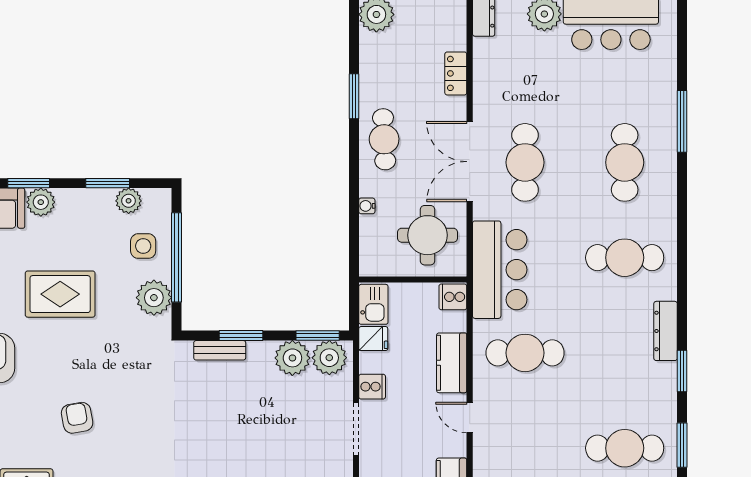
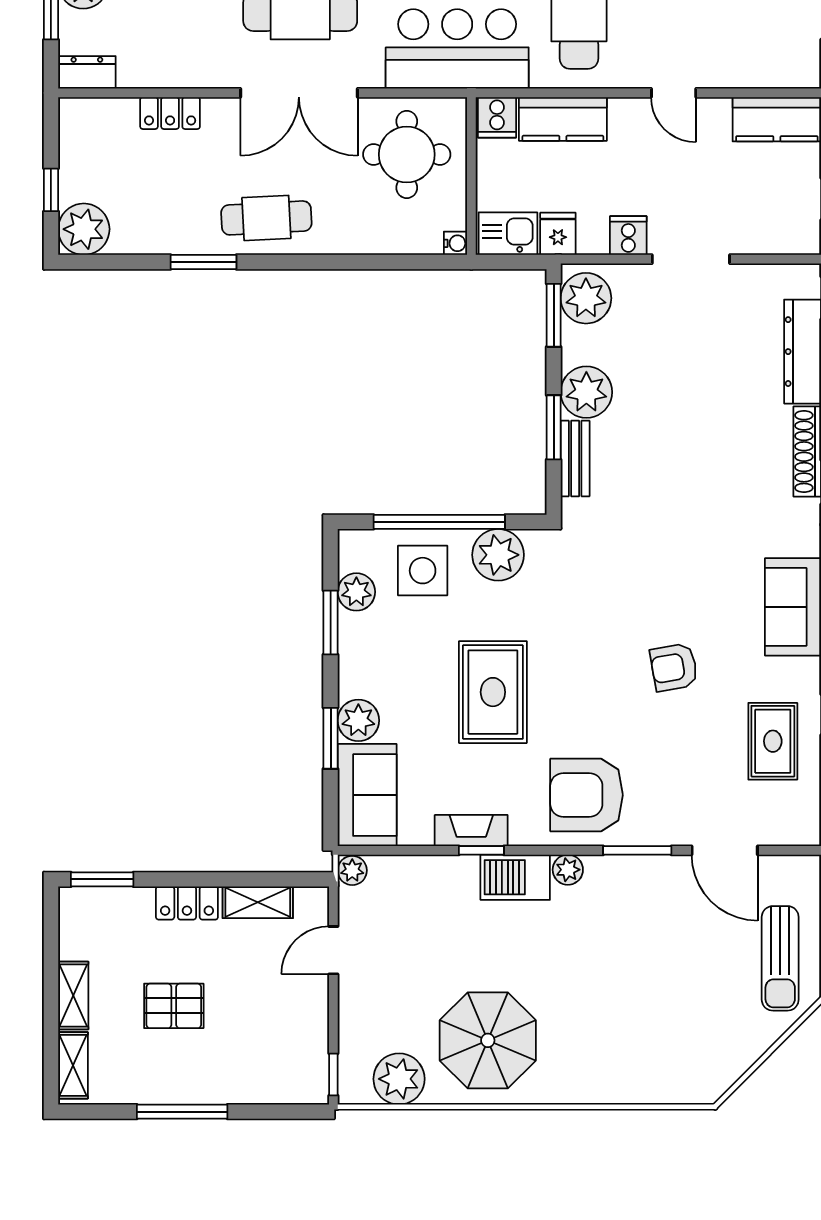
water cooler: (367, 206) -> (456, 243), moved, turned -90
side table: (143, 246) -> (423, 571), width x1.37, depth x1.37
plant: (292, 358) -> (586, 392), moved
kitchen counter: (452, 363) -> (563, 119), moved
door: (470, 418) -> (674, 93), hinge flipped

